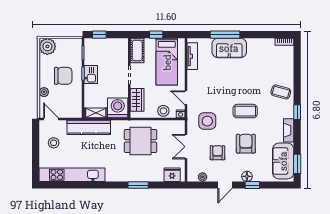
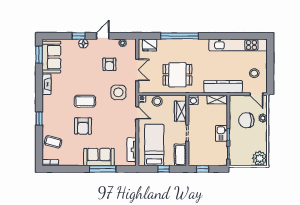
window: (99, 35) -> (203, 169), moved
chair: (63, 76) -> (246, 120), moved
coffee table: (281, 92) -> (53, 142), moved
washing machine: (118, 108) -> (193, 100), width x0.53, depth x0.53
window: (297, 112) -> (39, 119), moved
armchair: (246, 144) -> (83, 126), moved
window: (138, 185) -> (180, 36), width x2.11

